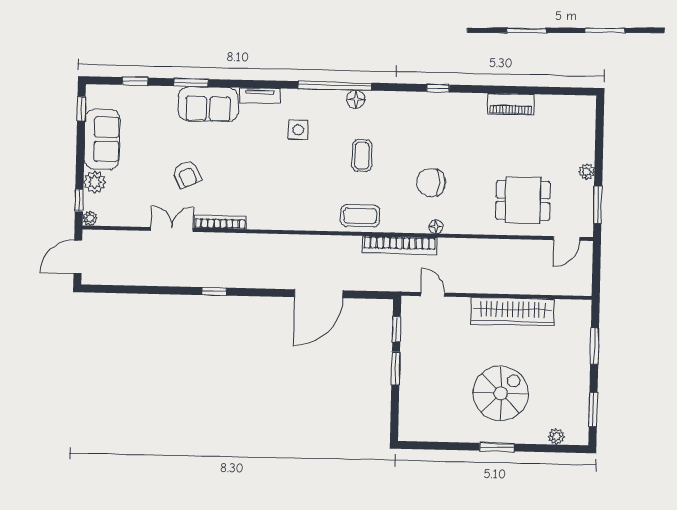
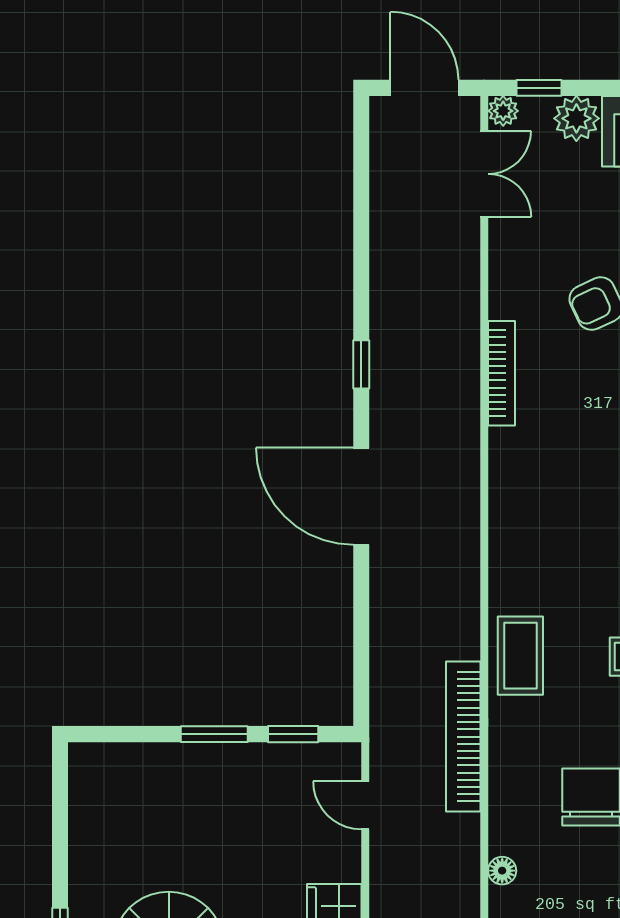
floor lamp: (436, 227) -> (502, 871), moved
double door: (172, 229) -> (484, 174), moved
door: (319, 294) -> (361, 496), moved
door: (433, 294) -> (365, 805), swing flipped

